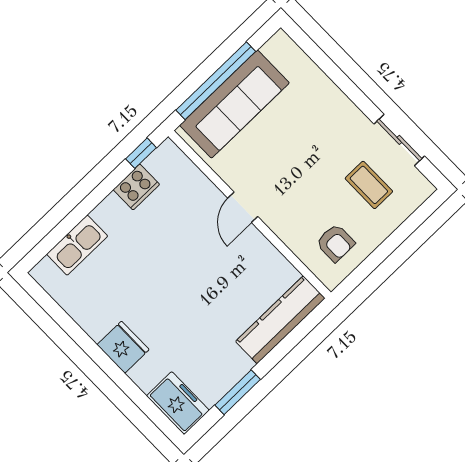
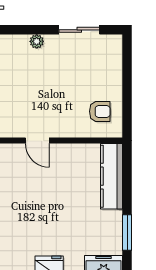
plant: (345, 108) -> (37, 41), added
coffee table: (369, 185) -> (87, 67), removed

